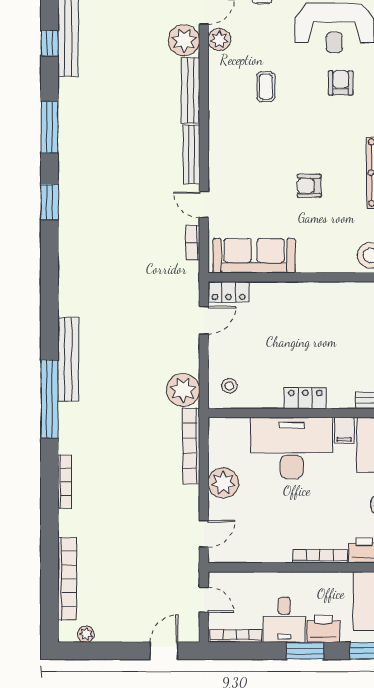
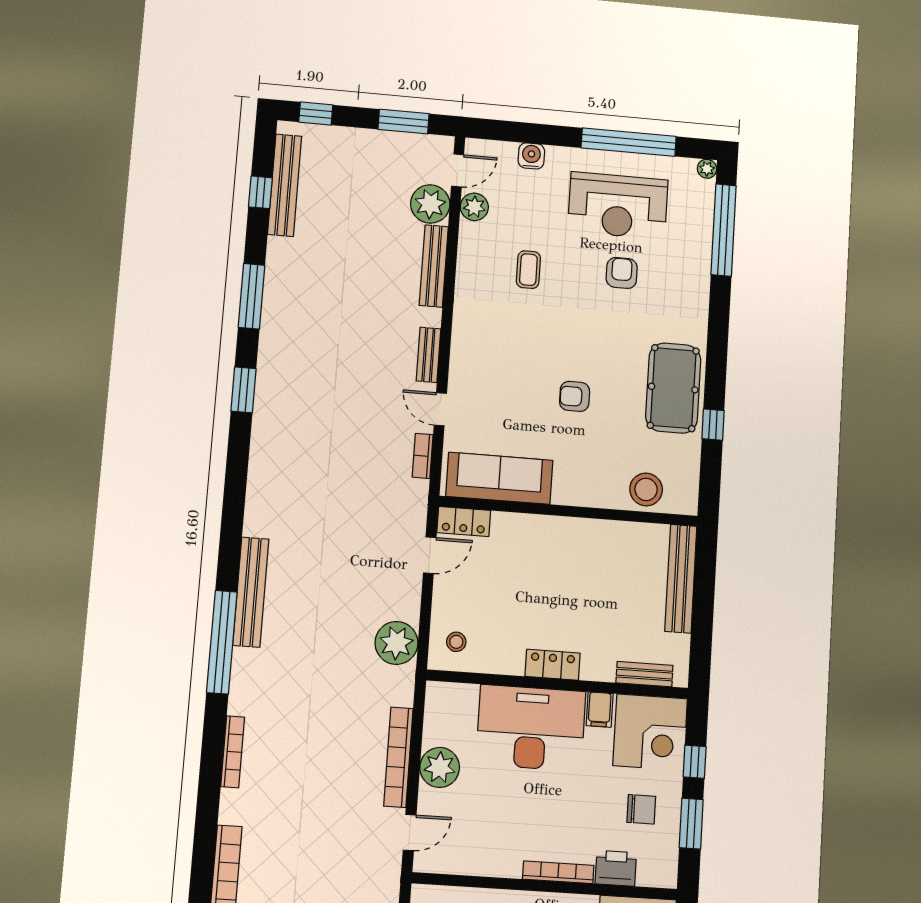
bench: (191, 154) -> (428, 355), width x0.73
bookcase: (191, 446) -> (398, 757), moved

